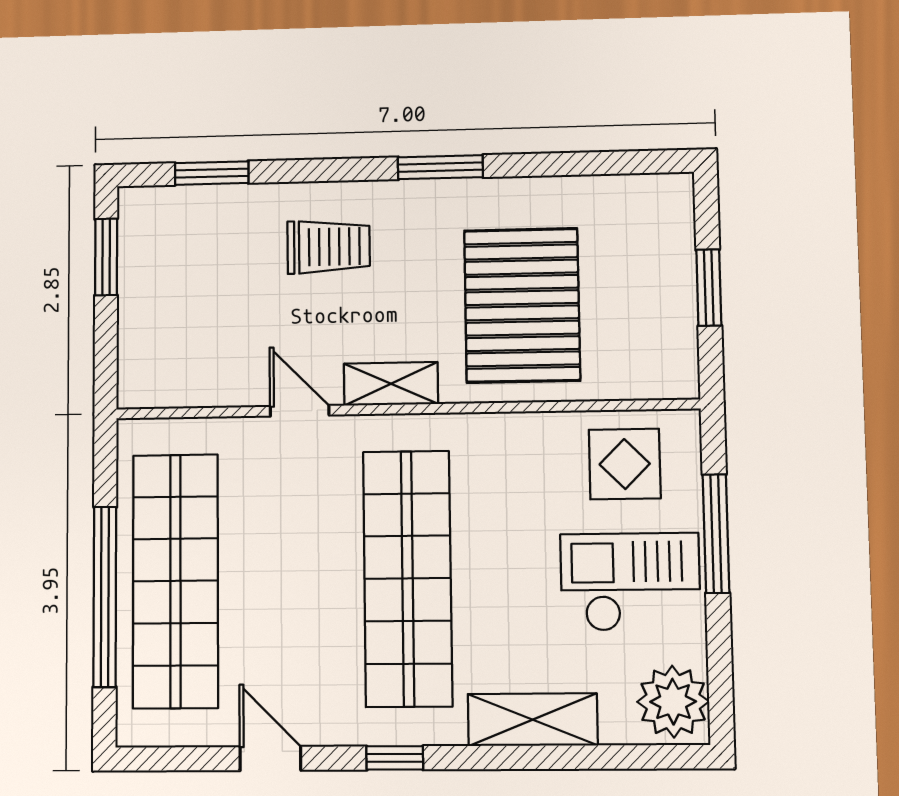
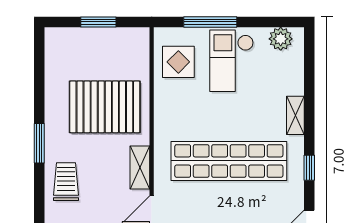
trolley: (329, 247) -> (66, 182), moved
plant: (673, 702) -> (281, 39), width x0.73, depth x0.73
shelving: (533, 720) -> (295, 115), width x0.67, depth x0.75

